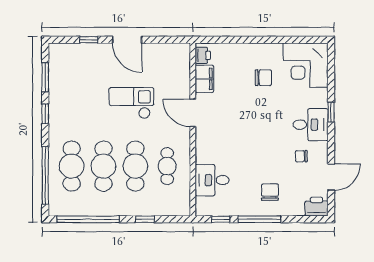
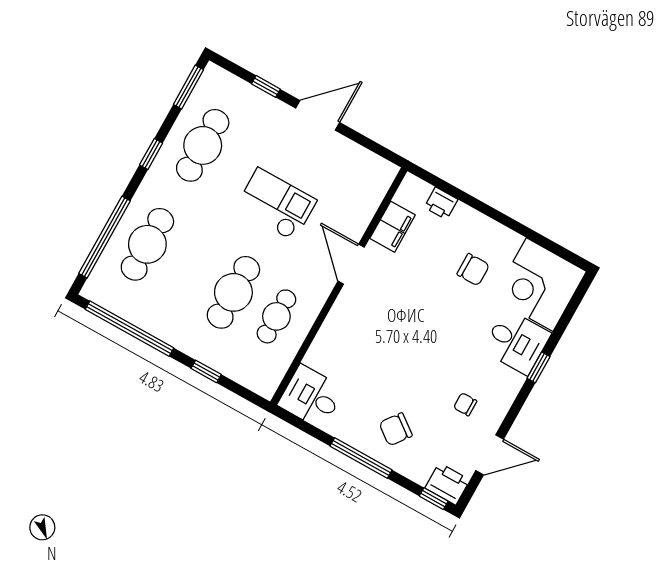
door: (127, 40) -> (318, 115), swing flipped
printer: (203, 55) -> (441, 203), moved, turned 90
window: (45, 77) -> (188, 87), moved
desk: (311, 125) -> (516, 342), moved
cafe table: (103, 166) -> (203, 145), moved
desk: (212, 180) -> (311, 397), moved
chair: (270, 192) -> (396, 429), turned -143
window: (221, 219) -> (434, 499), moved

